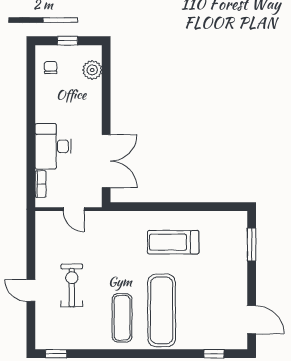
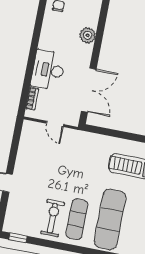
plant: (92, 70) -> (88, 35), moved
exercise bike: (72, 285) -> (53, 218), moved

